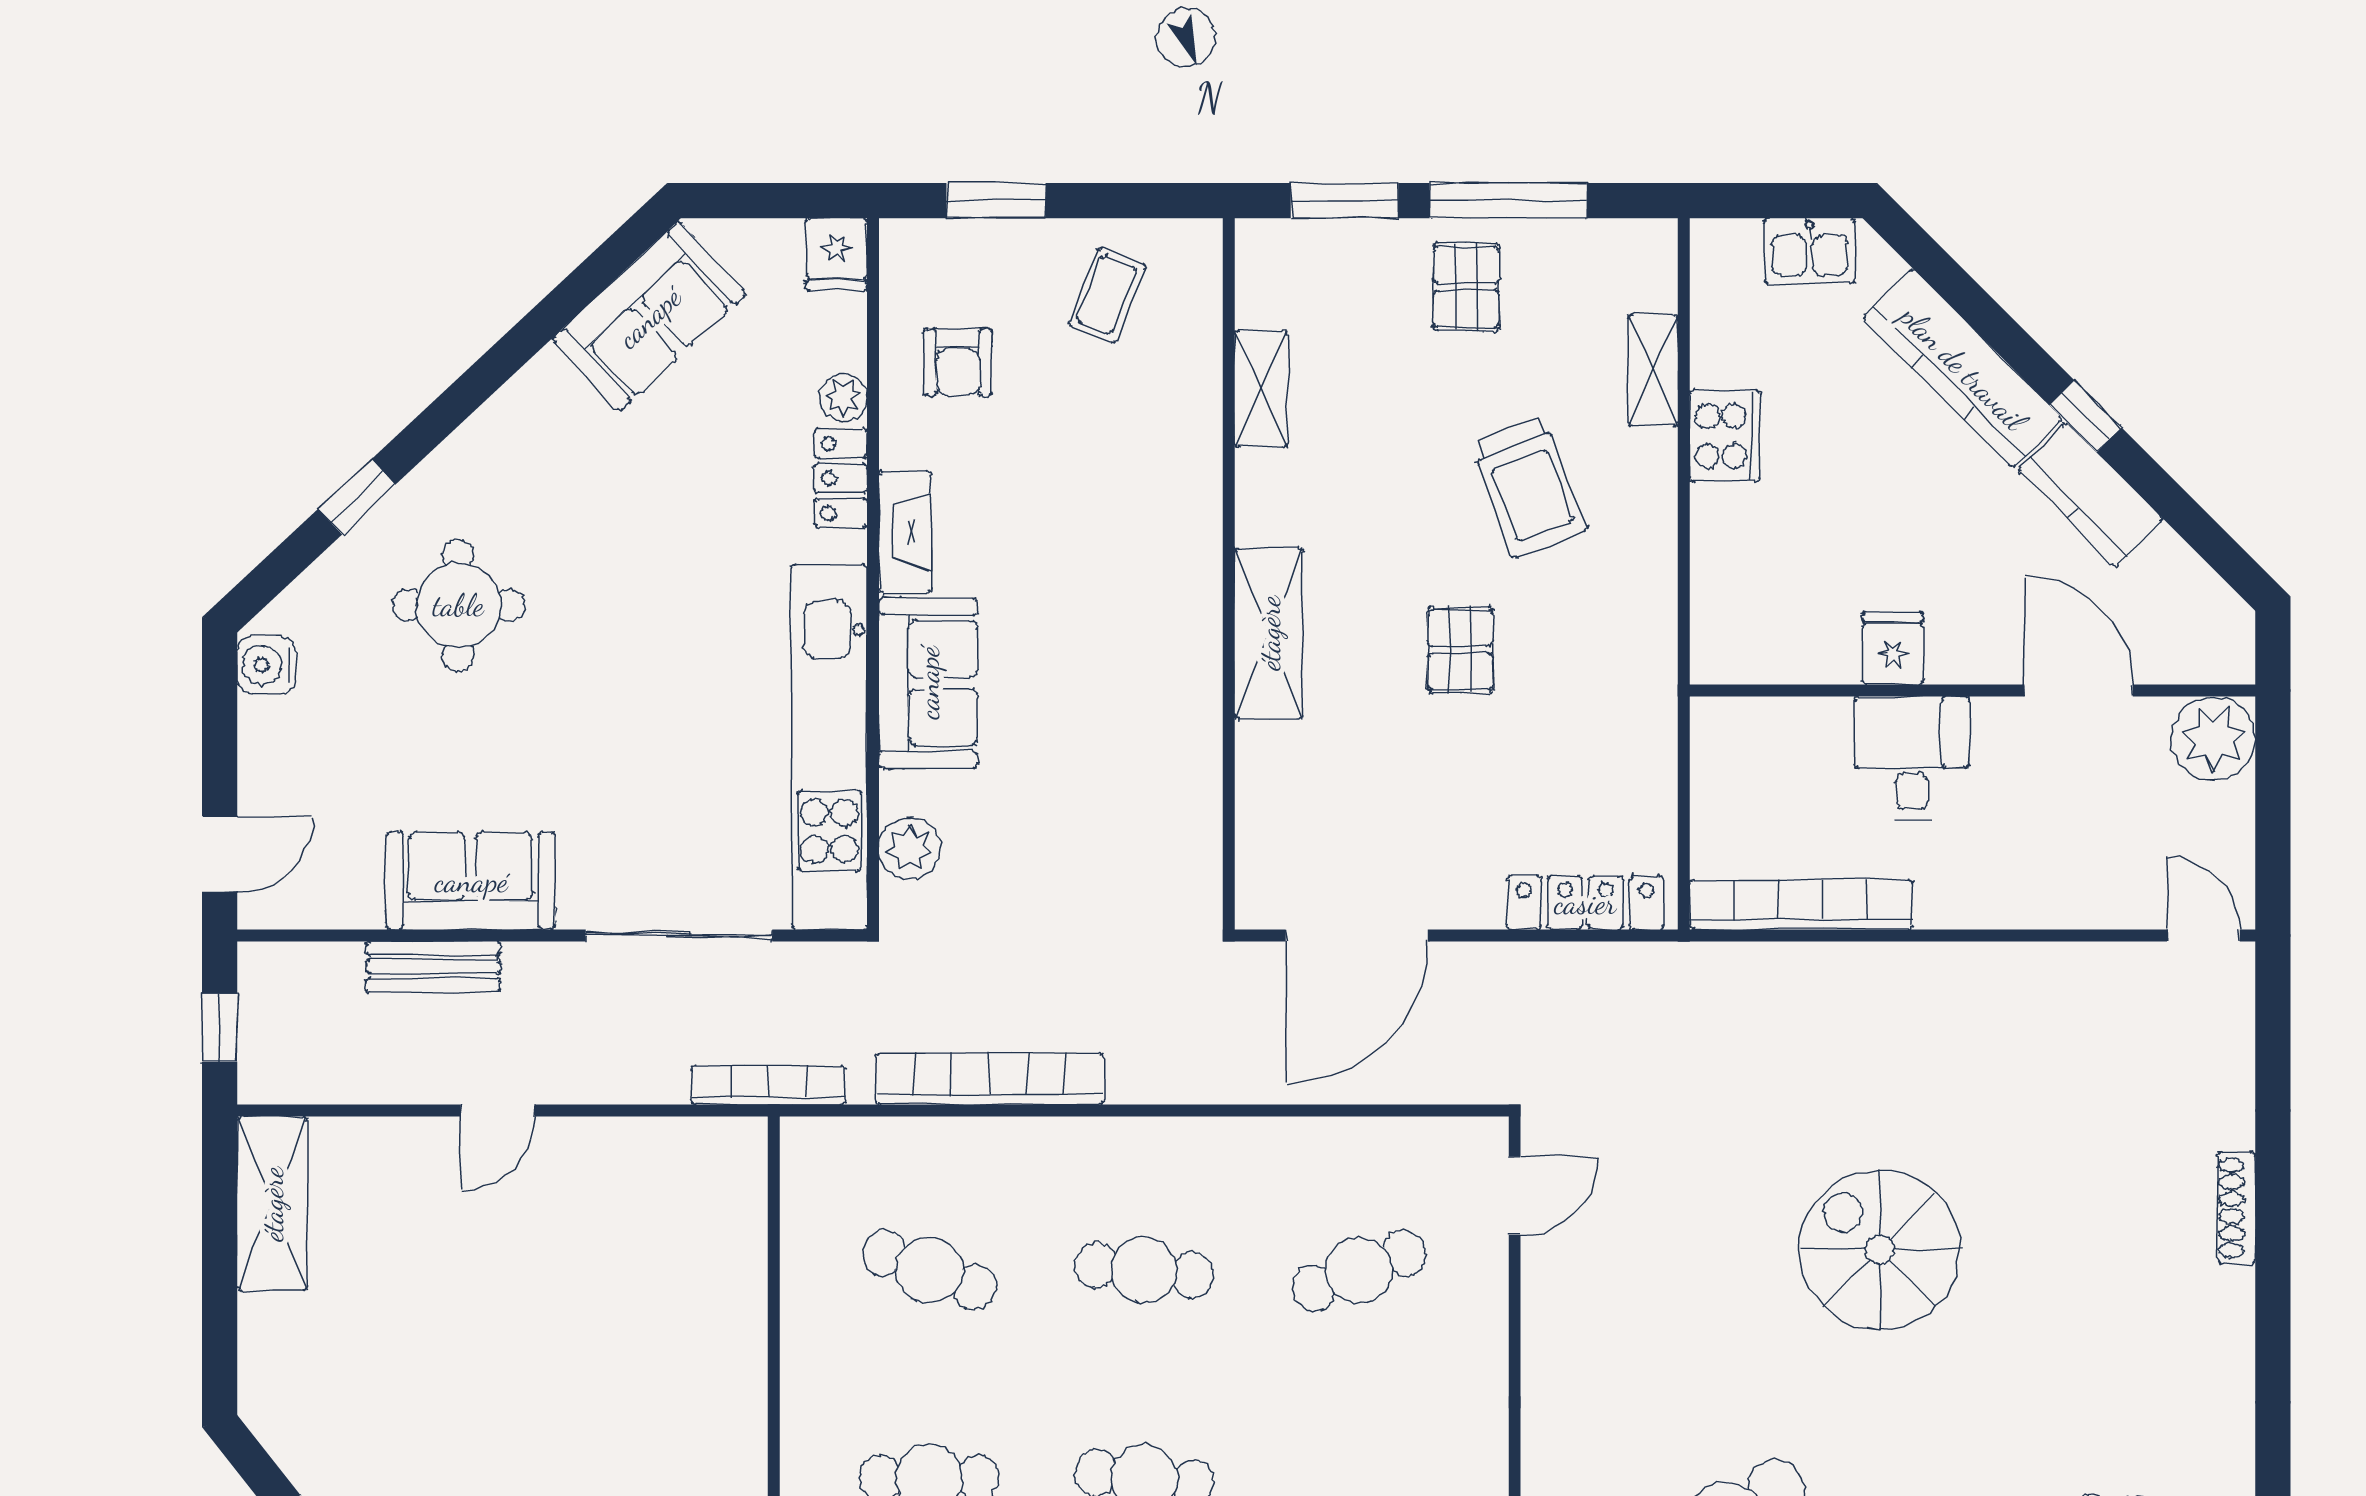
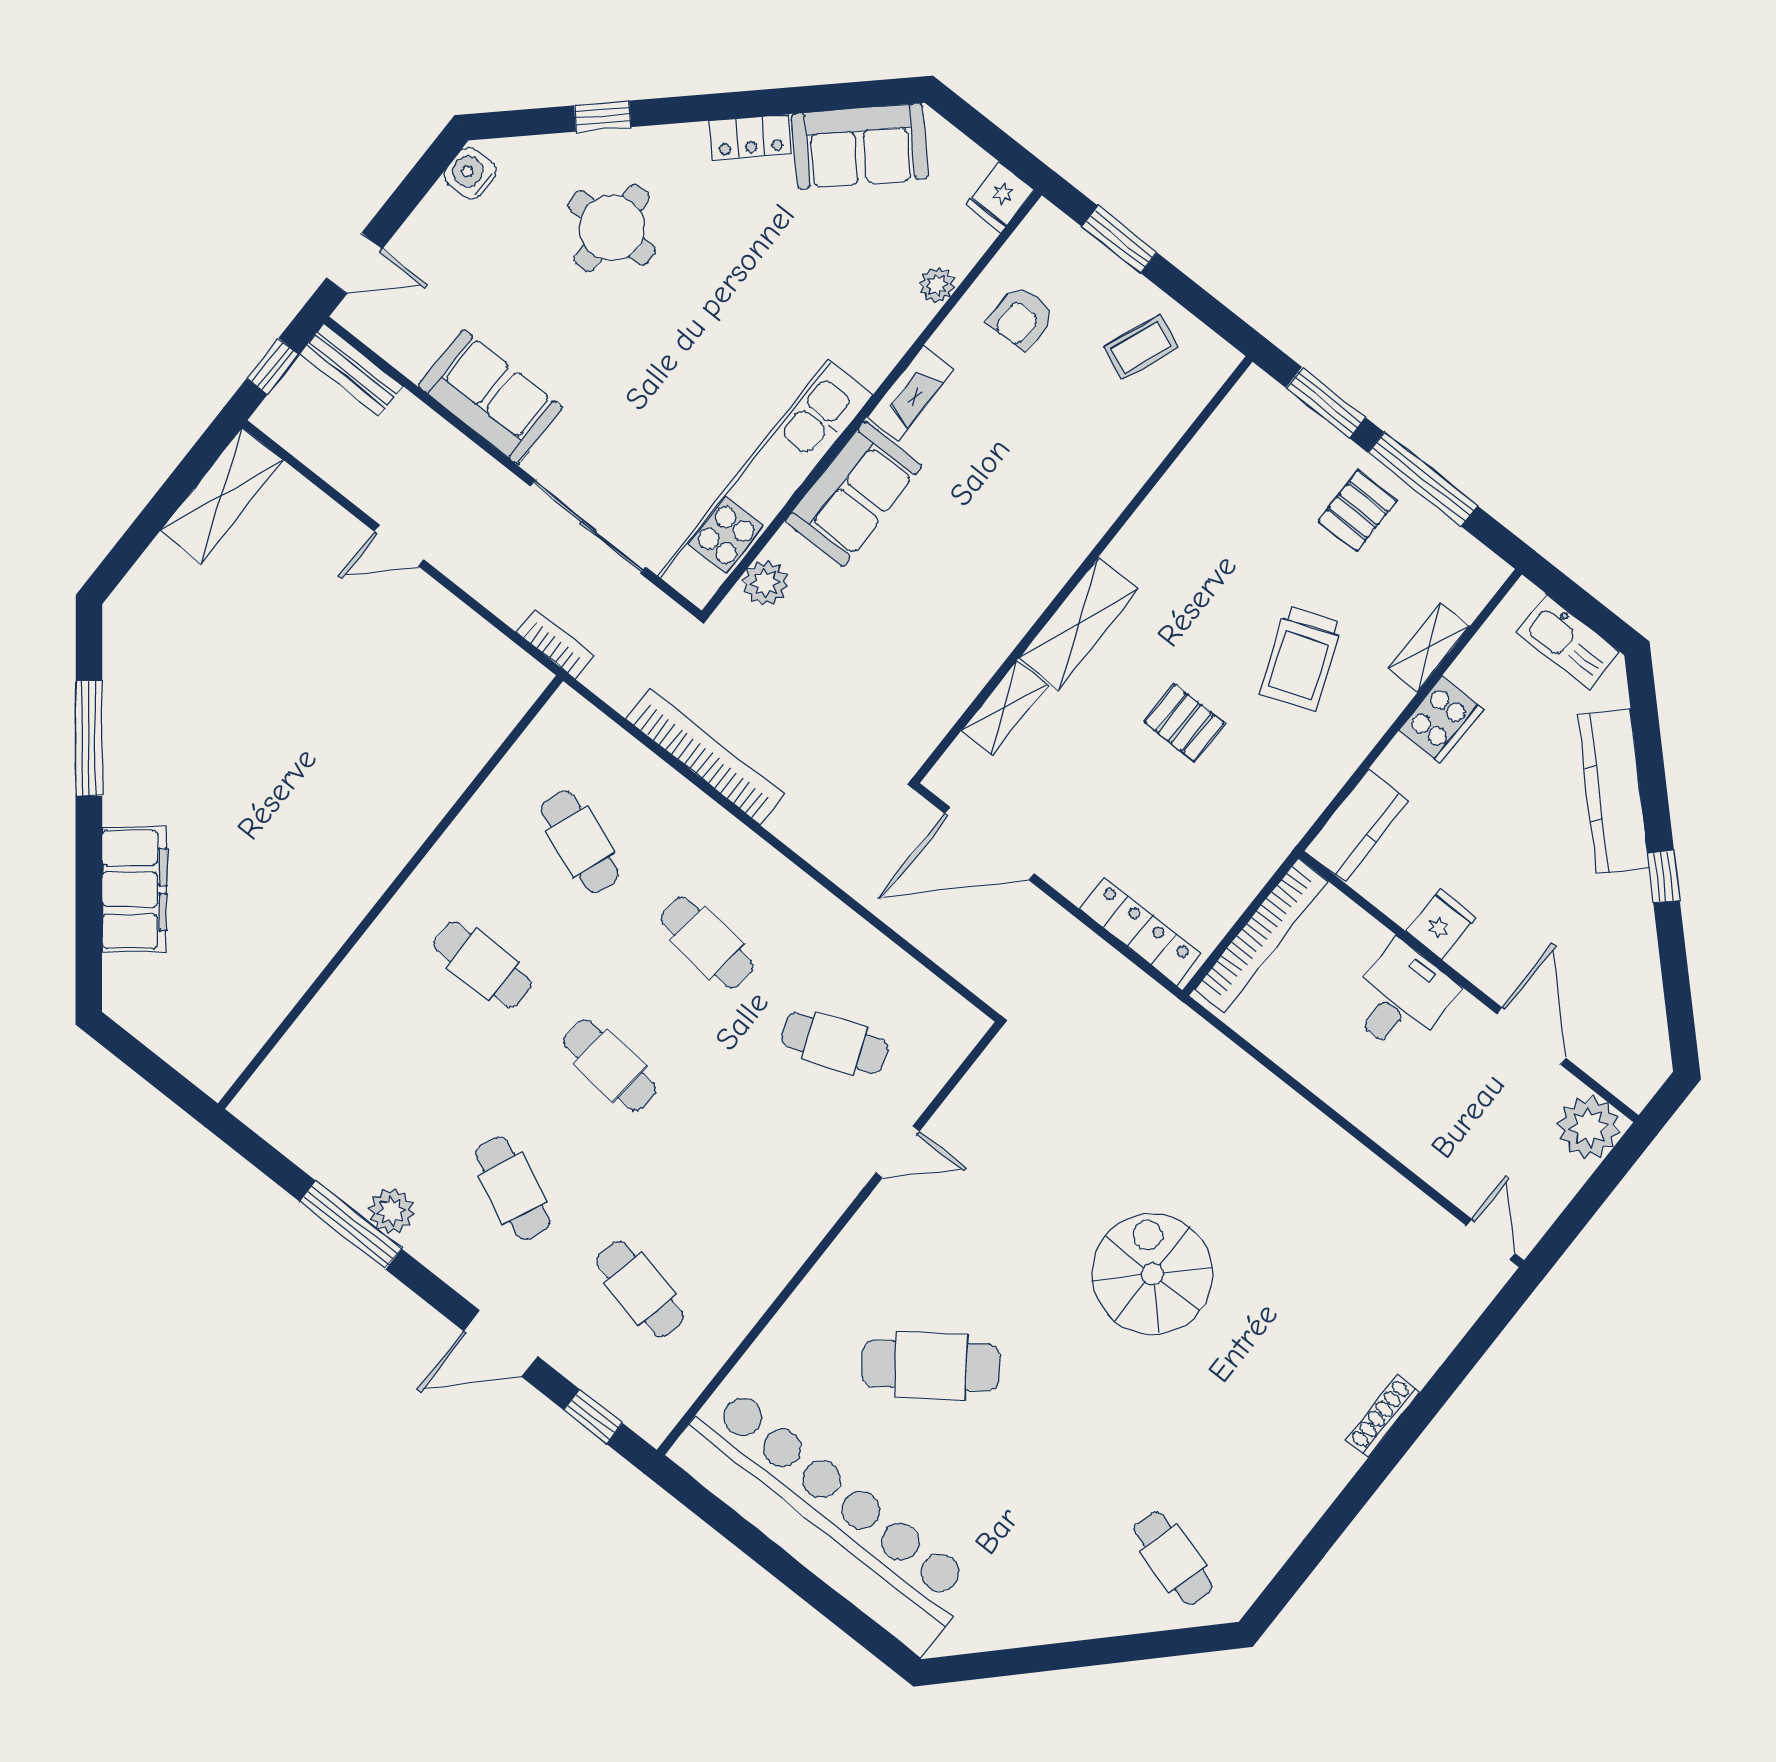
kitchen sink: (1810, 251) -> (1568, 642), width x1.38
shelving: (1261, 389) -> (1004, 708), moved
locker: (841, 478) -> (750, 137), moved, turned -133
kitchen counter: (2091, 495) -> (1356, 826), moved, turned -135
pallet: (1460, 650) -> (1184, 723), turned 90
bookcase: (1801, 904) -> (1261, 935), moved, turned 90
bench: (433, 967) -> (351, 370), moved
bookcase: (768, 1085) -> (555, 644), width x0.64
door: (1515, 1196) -> (898, 1152), moved

